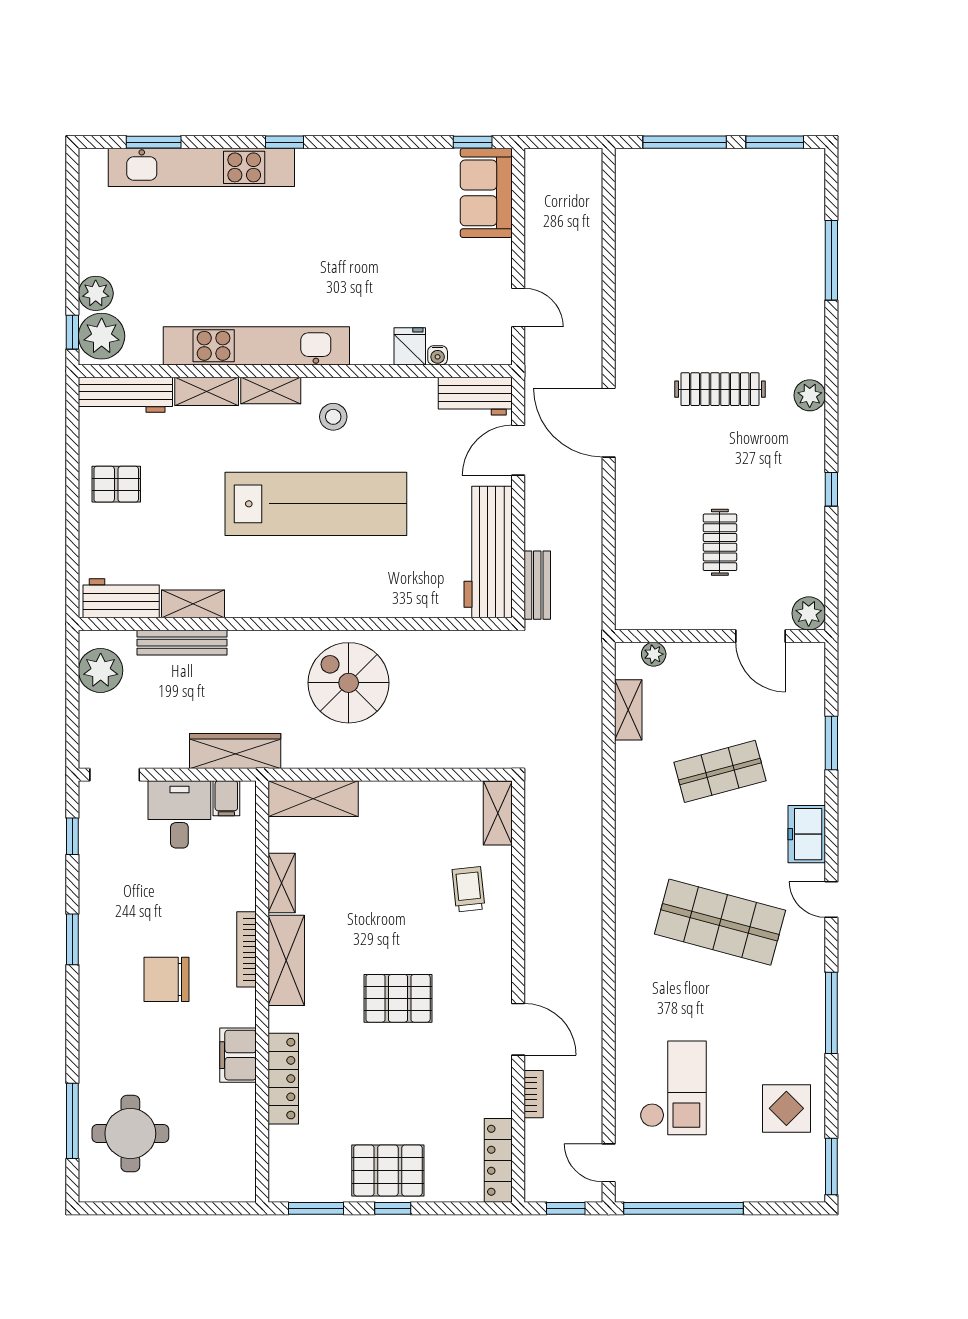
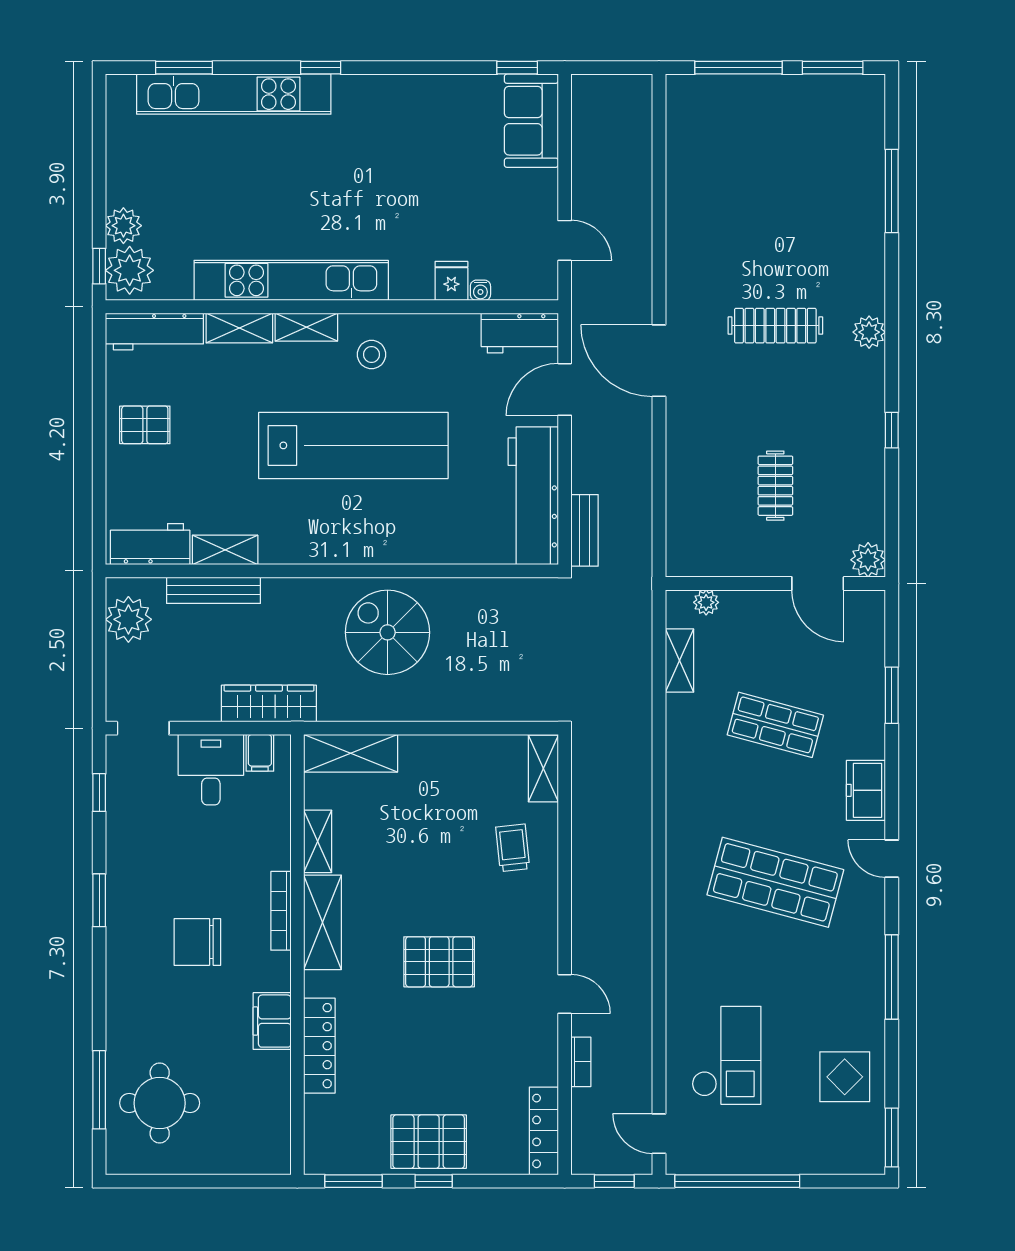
shop shelf: (720, 771) -> (775, 725), turned 30
door: (518, 1029) -> (565, 994), width x0.73

